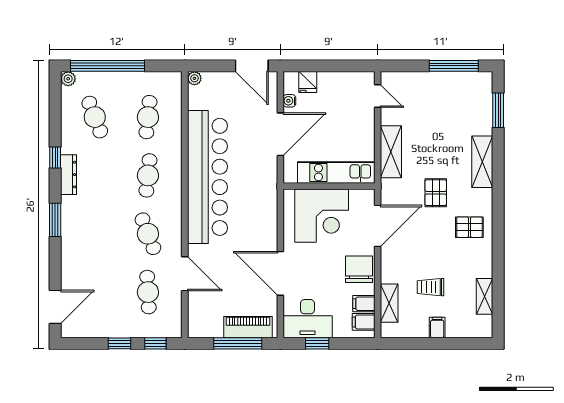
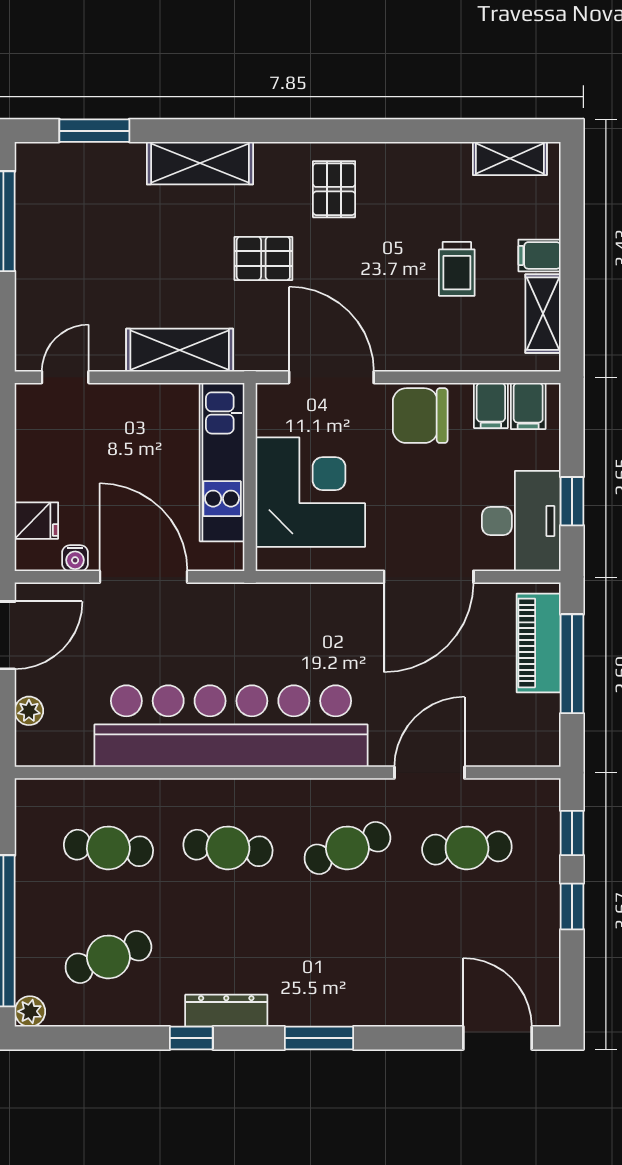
plant: (194, 78) -> (29, 711), moved
shelving: (484, 296) -> (510, 158), moved
shelving: (389, 303) -> (543, 314), moved, turned 90

